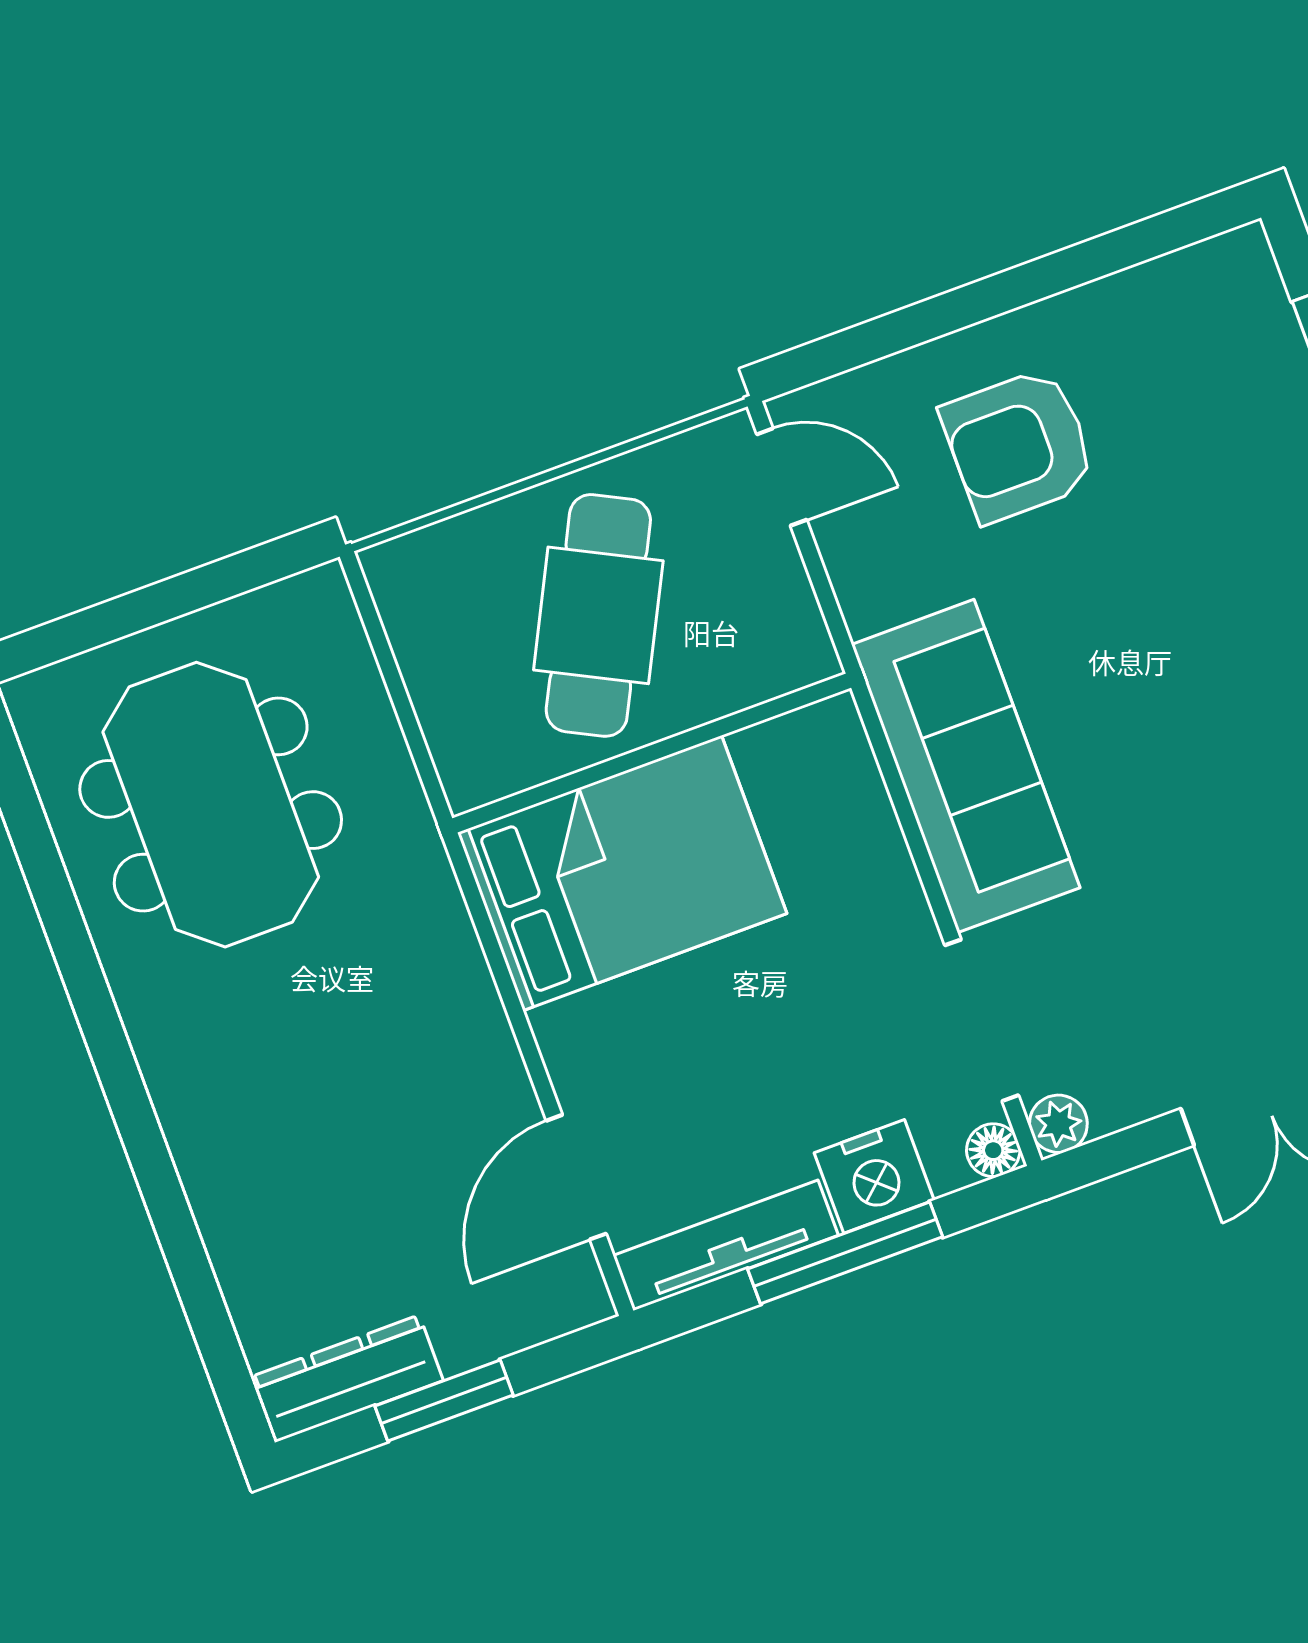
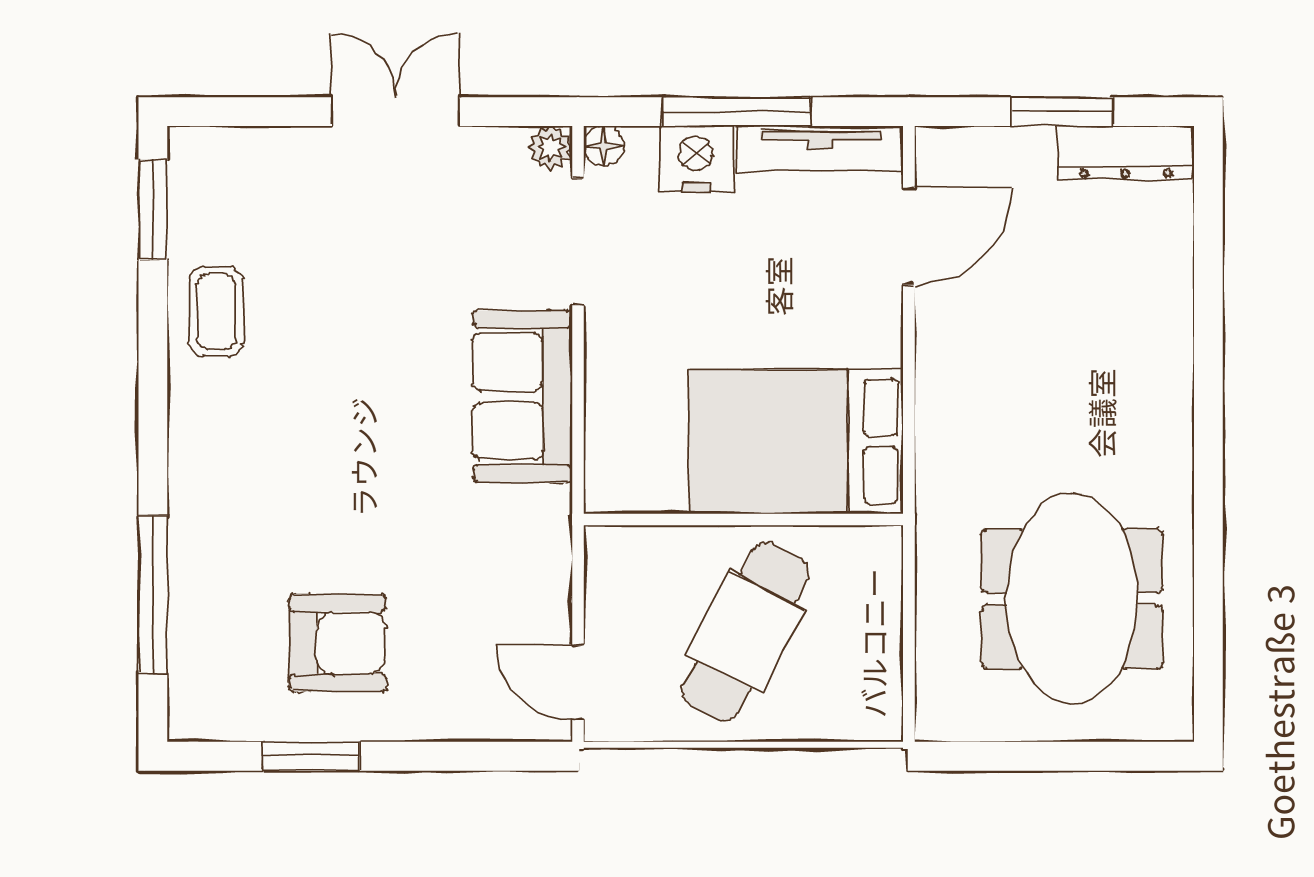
window: (1077, 265) -> (311, 756), added
armchair: (1019, 445) -> (338, 643), moved
sofa: (966, 766) -> (523, 397), width x0.73

